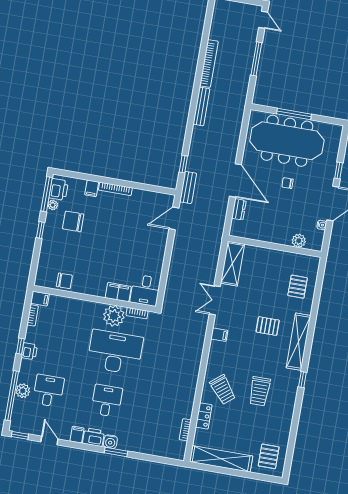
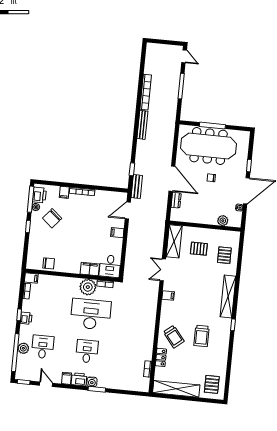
chair: (73, 221) -> (52, 218), turned -50
filing cabinet: (158, 247) -> (117, 233), added
pallet: (268, 326) -> (199, 249), moved

